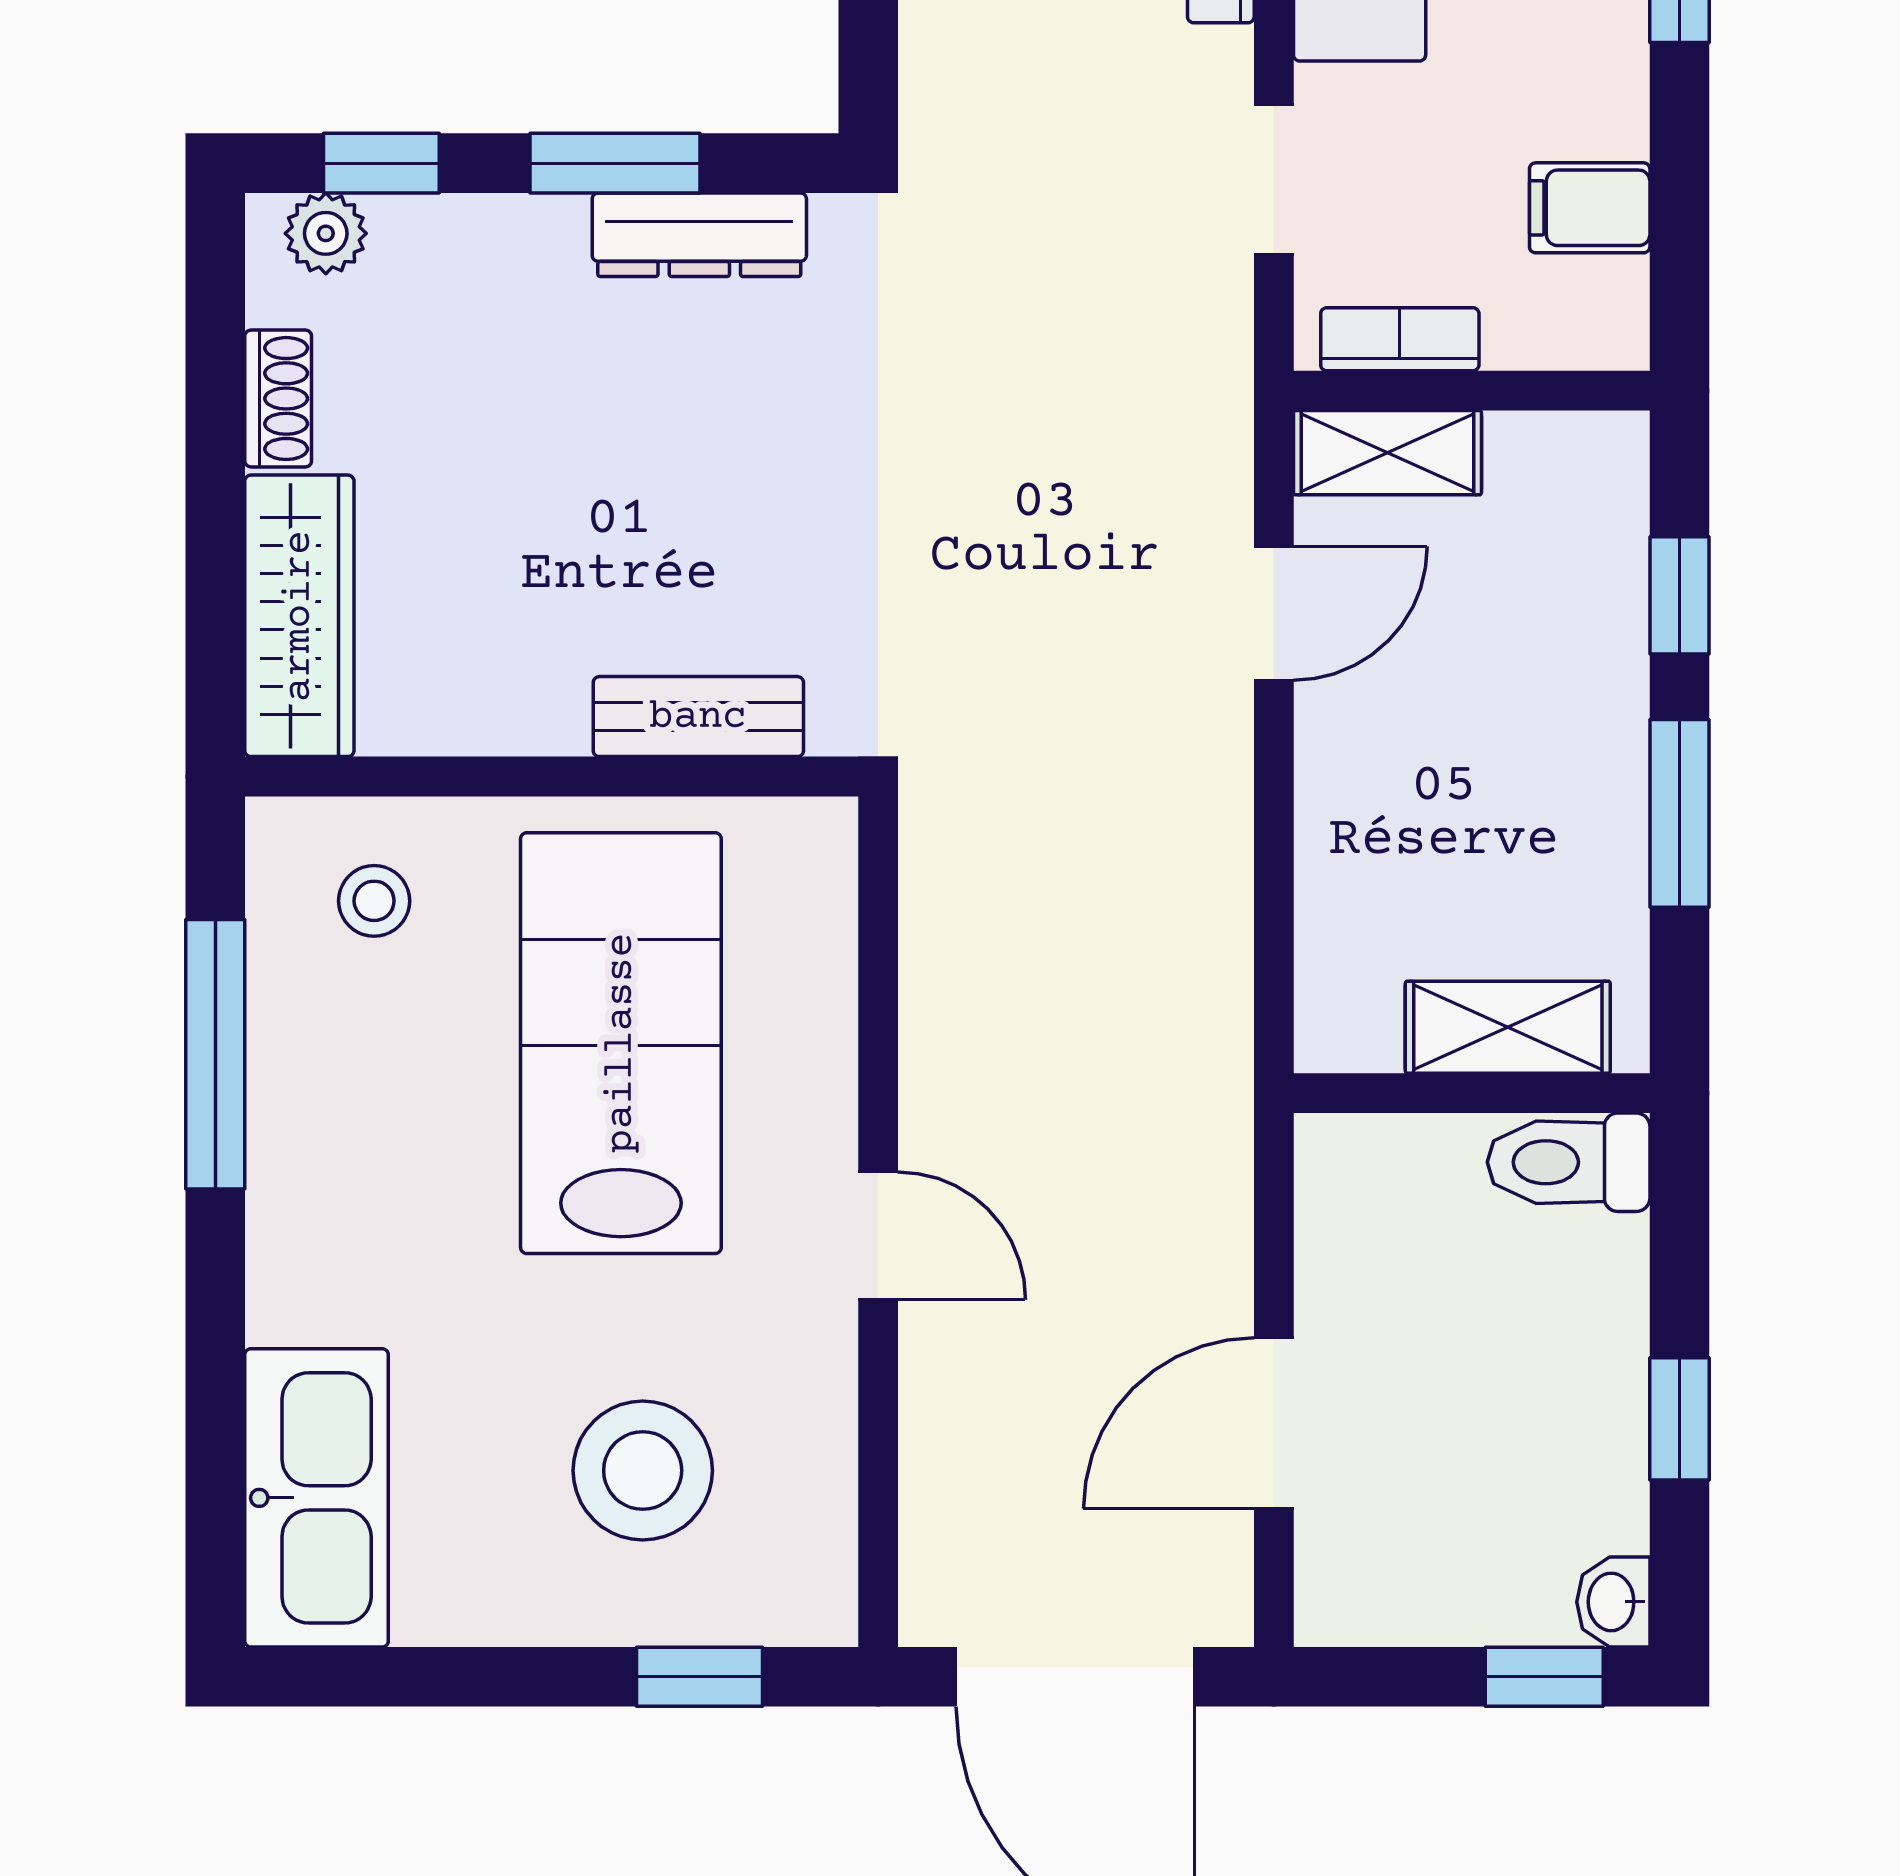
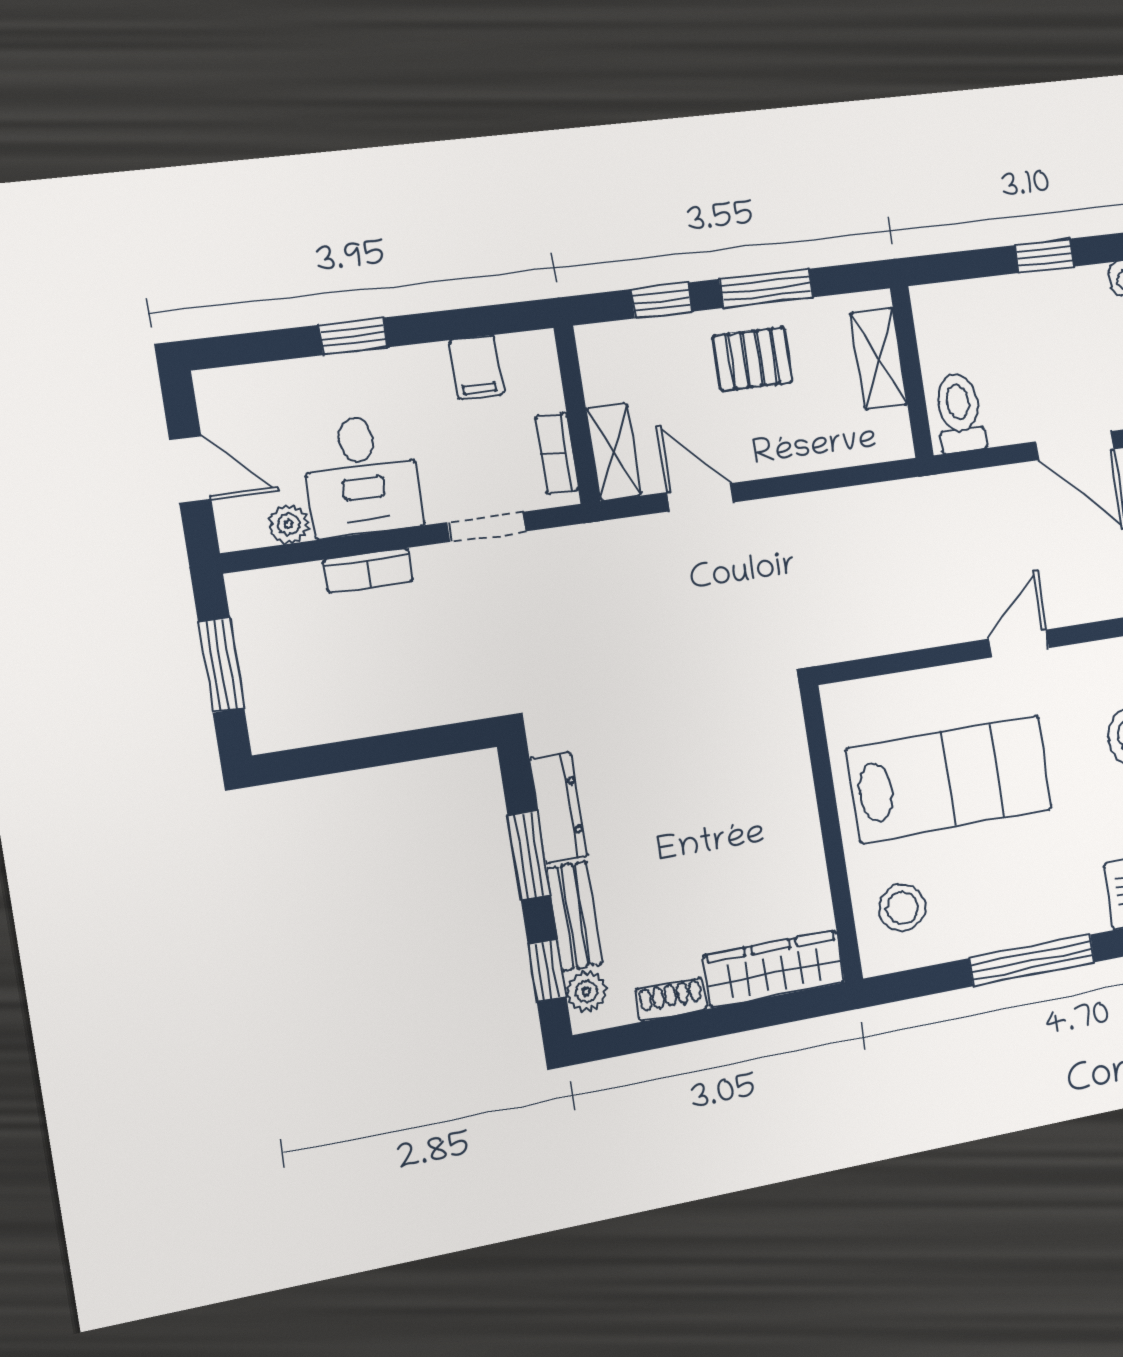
bench: (698, 717) -> (574, 916), moved
pallet: (1540, 763) -> (753, 359), added
stool: (374, 901) -> (902, 908), width x1.37, depth x1.37
lab bench: (621, 1043) -> (950, 779), turned 180
window: (215, 1054) -> (1032, 960), moved
toilet: (1569, 1162) -> (959, 413), moved, turned 180

